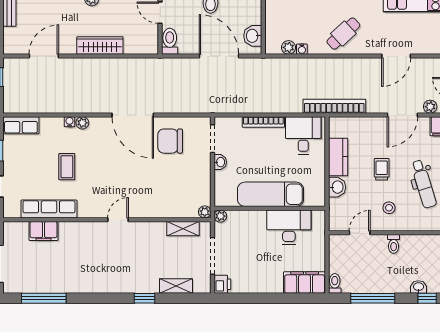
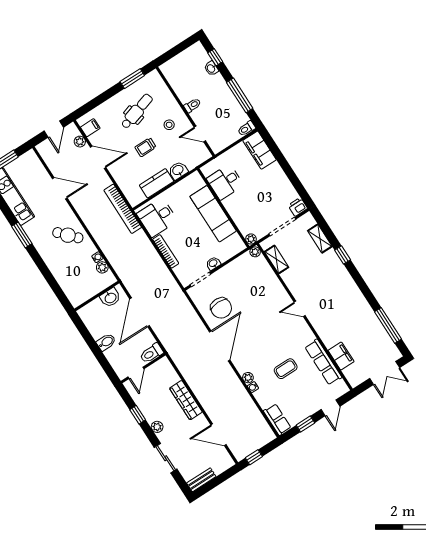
desk: (289, 227) -> (225, 182), width x0.73

